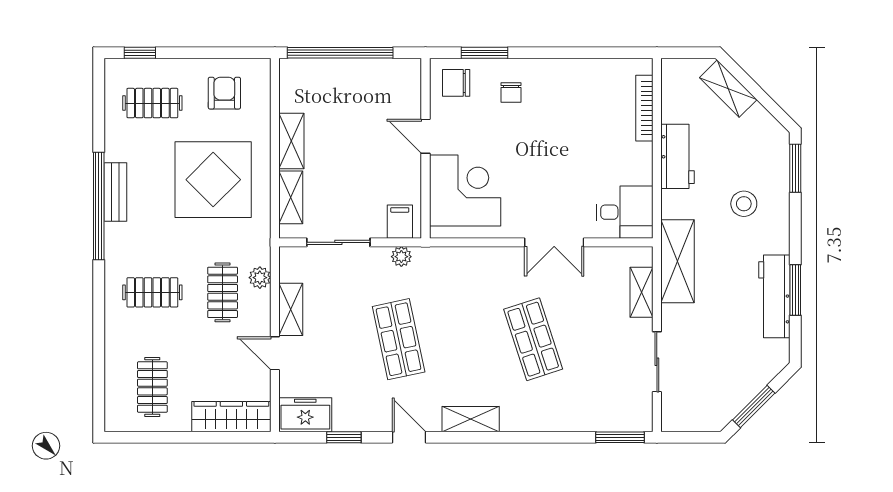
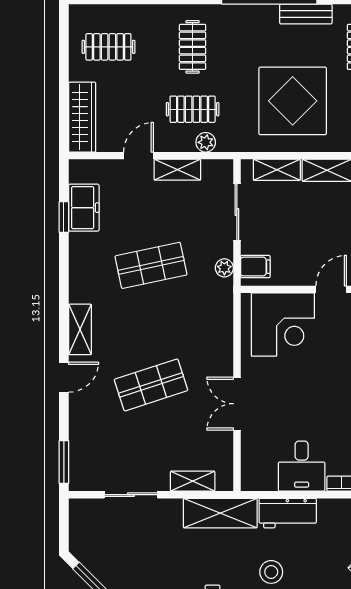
workbench: (678, 156) -> (288, 513), moved
bench: (115, 192) -> (306, 14), moved
desk: (625, 212) -> (302, 466), moved
freezer: (305, 415) -> (84, 208), moved
door: (409, 437) -> (64, 377), moved

